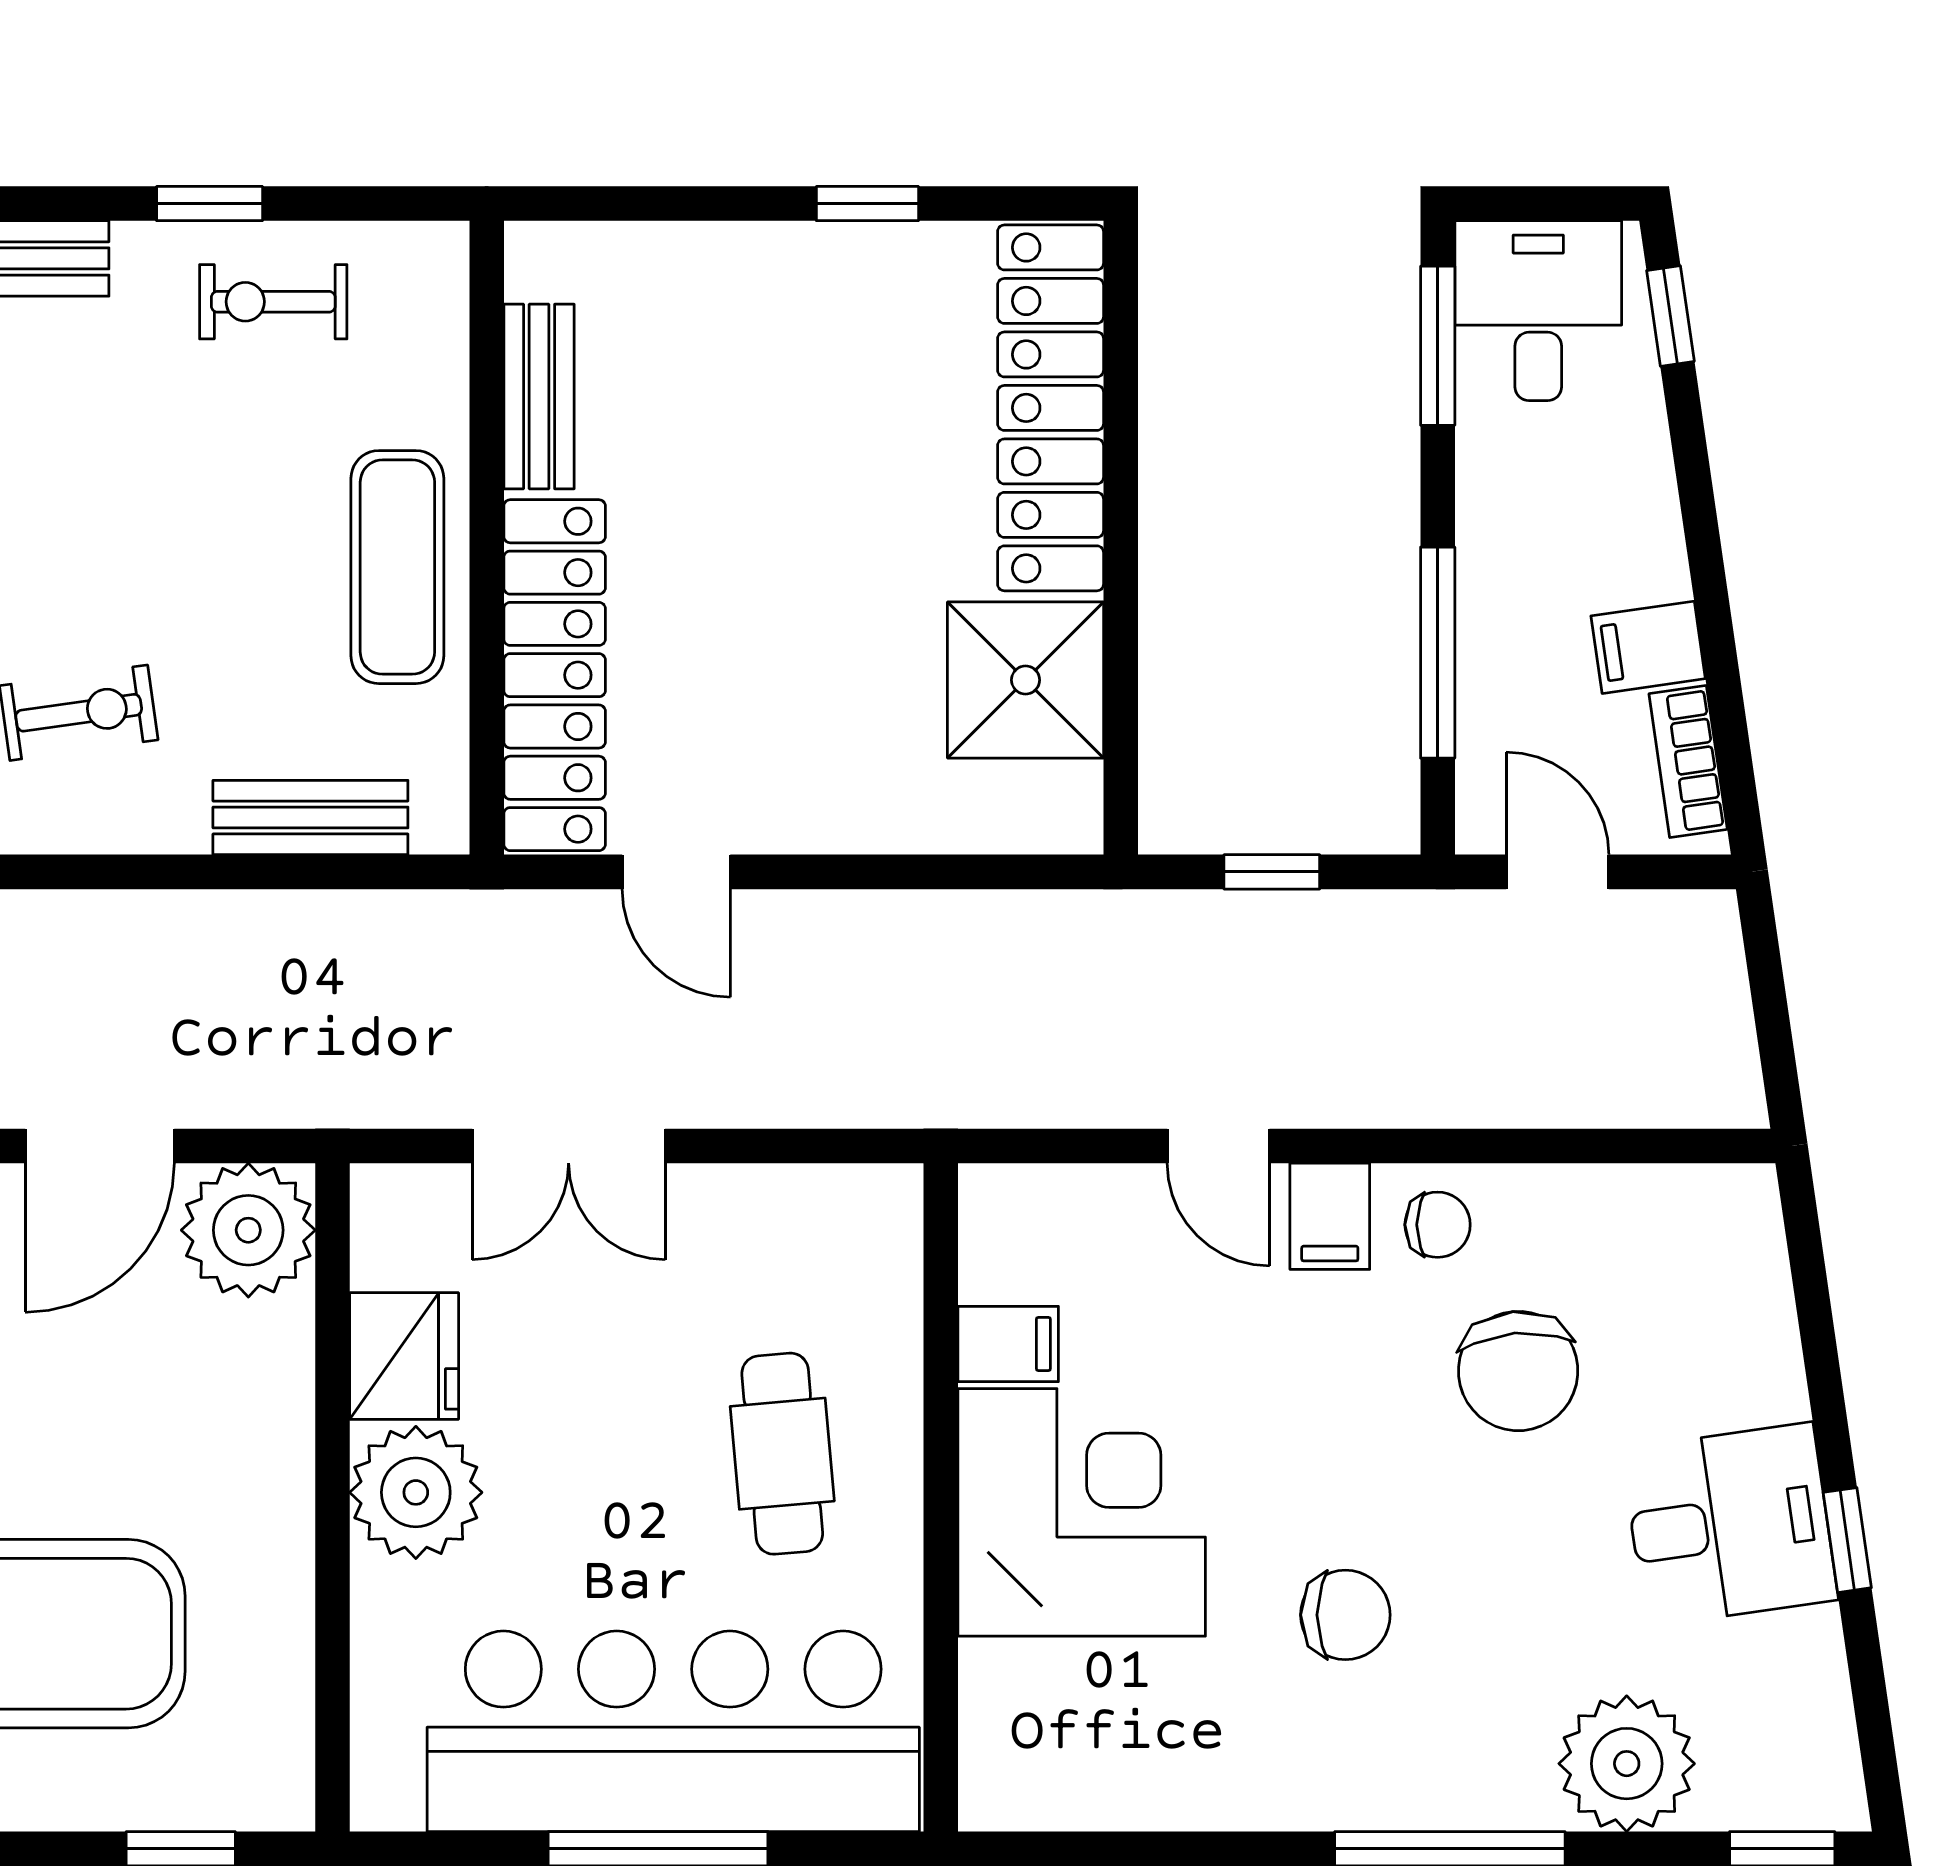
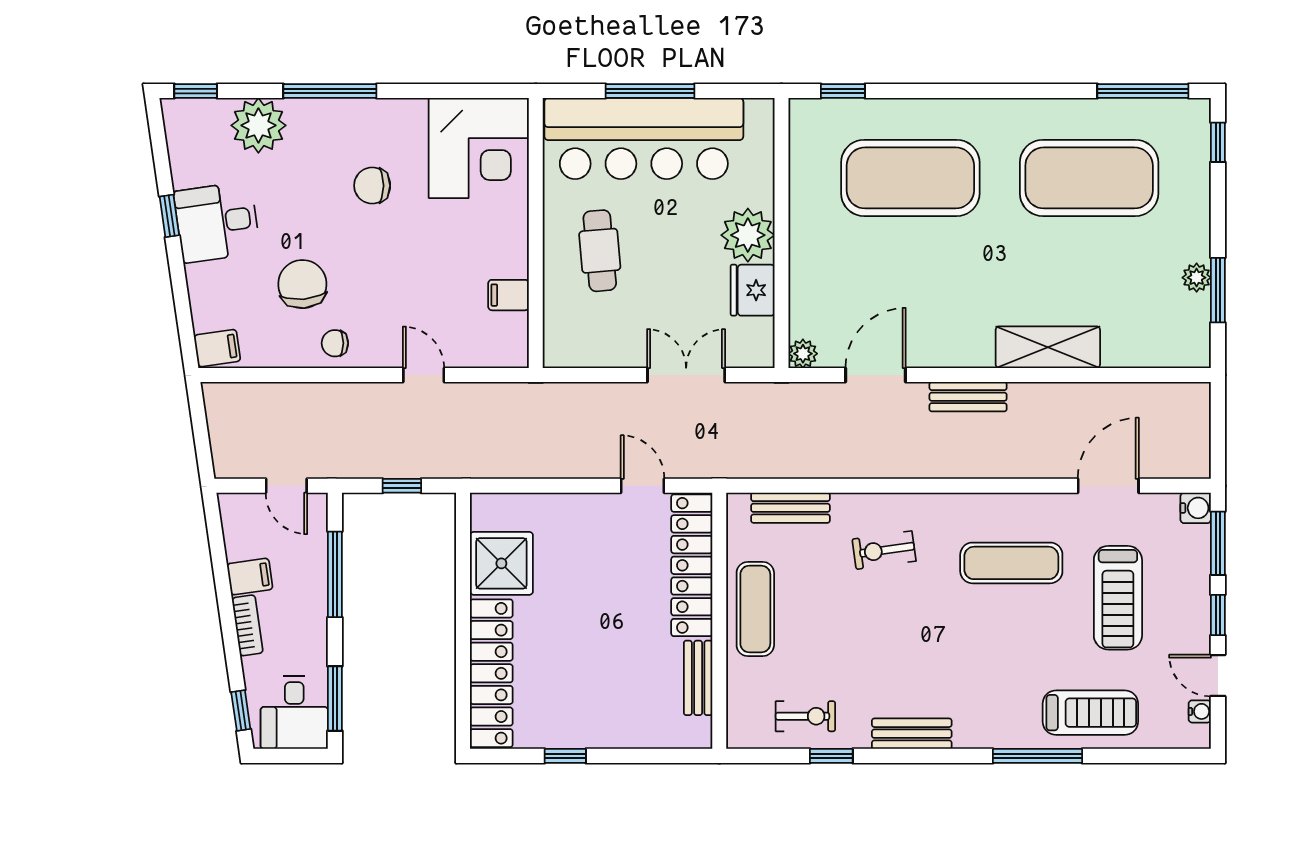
bookcase: (1688, 762) -> (247, 625), moved
filing cabinet: (1330, 1216) -> (217, 348), moved, turned 82
plant: (248, 1230) -> (803, 354), width x0.53, depth x0.53
corner desk: (1082, 1512) -> (479, 148), moved, turned -90

